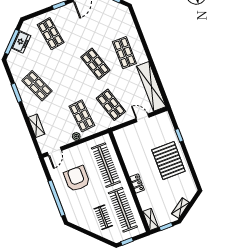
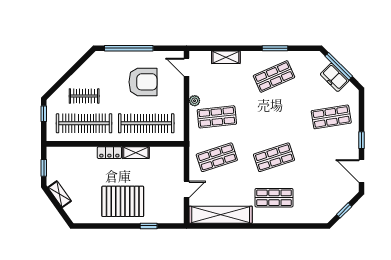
shelving: (151, 219) -> (136, 153), moved

